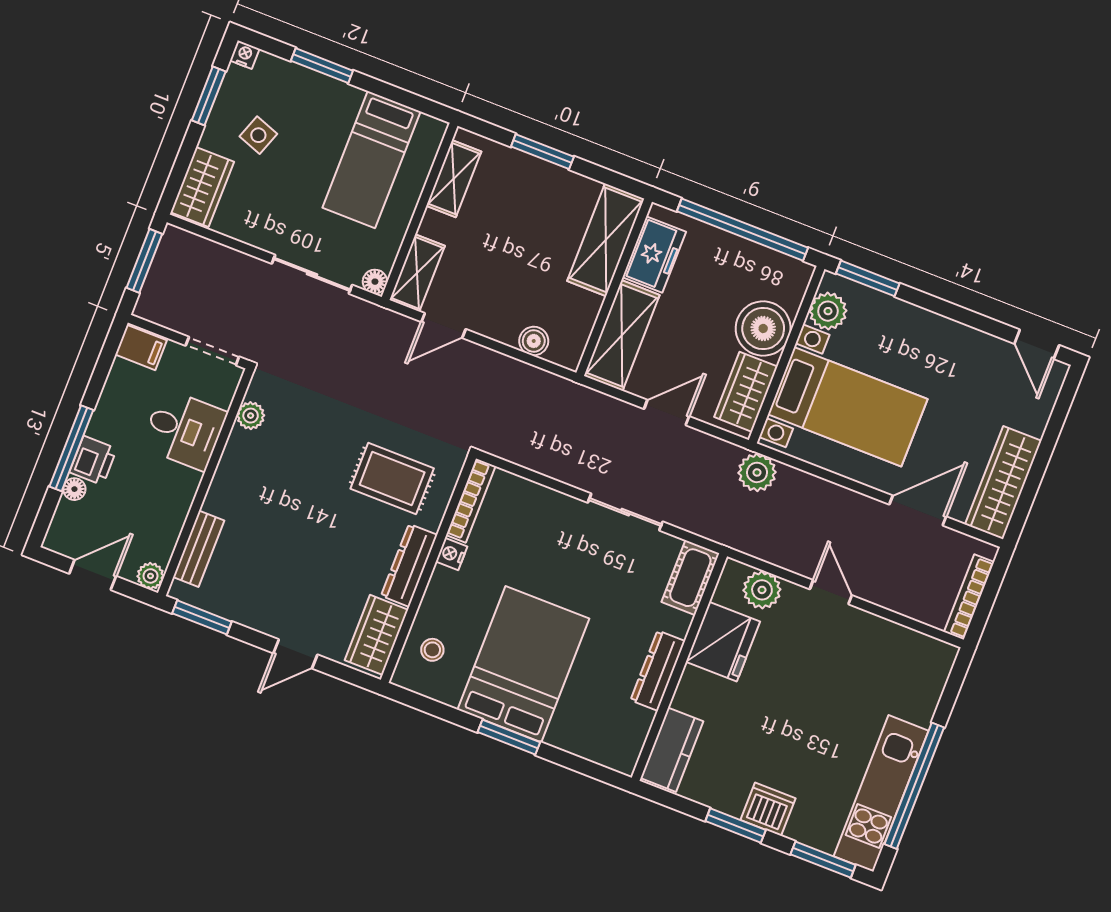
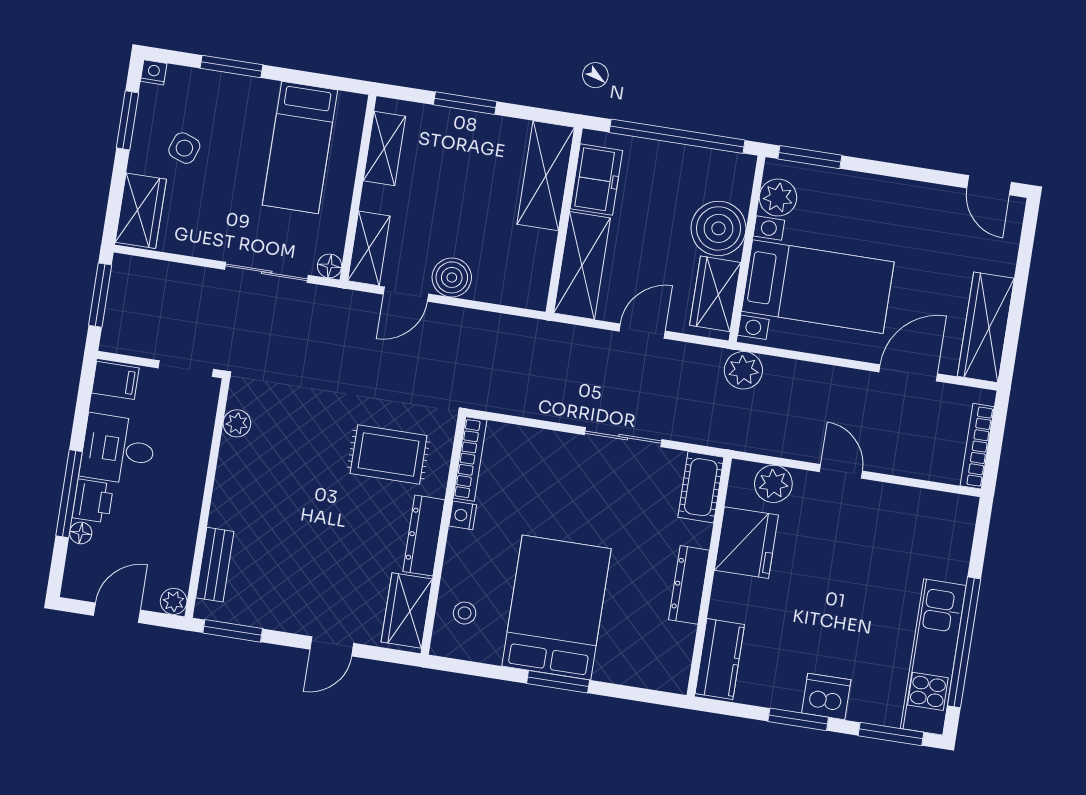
boiler: (534, 341) -> (452, 277), moved, width x1.36, depth x1.36
desk: (184, 430) -> (118, 449), moved, turned 180

